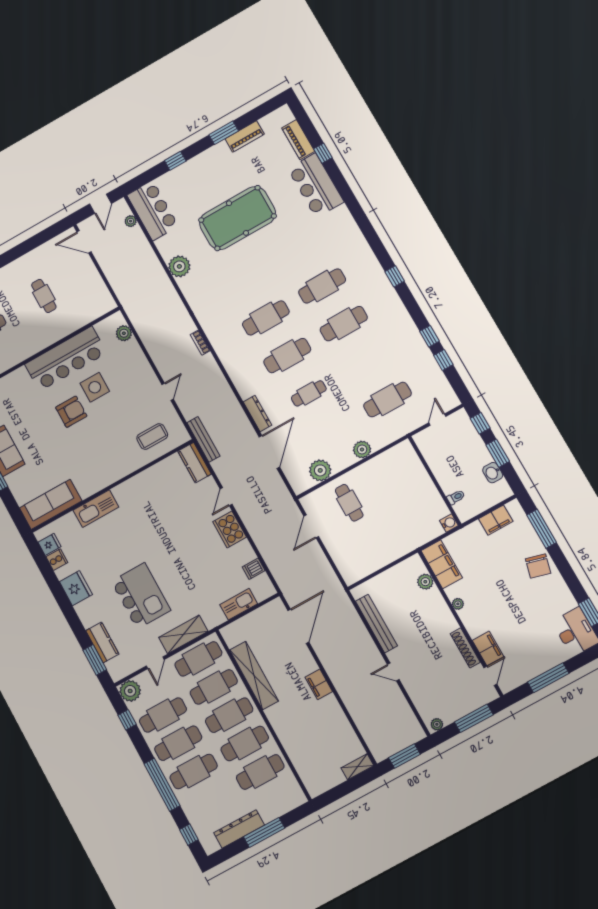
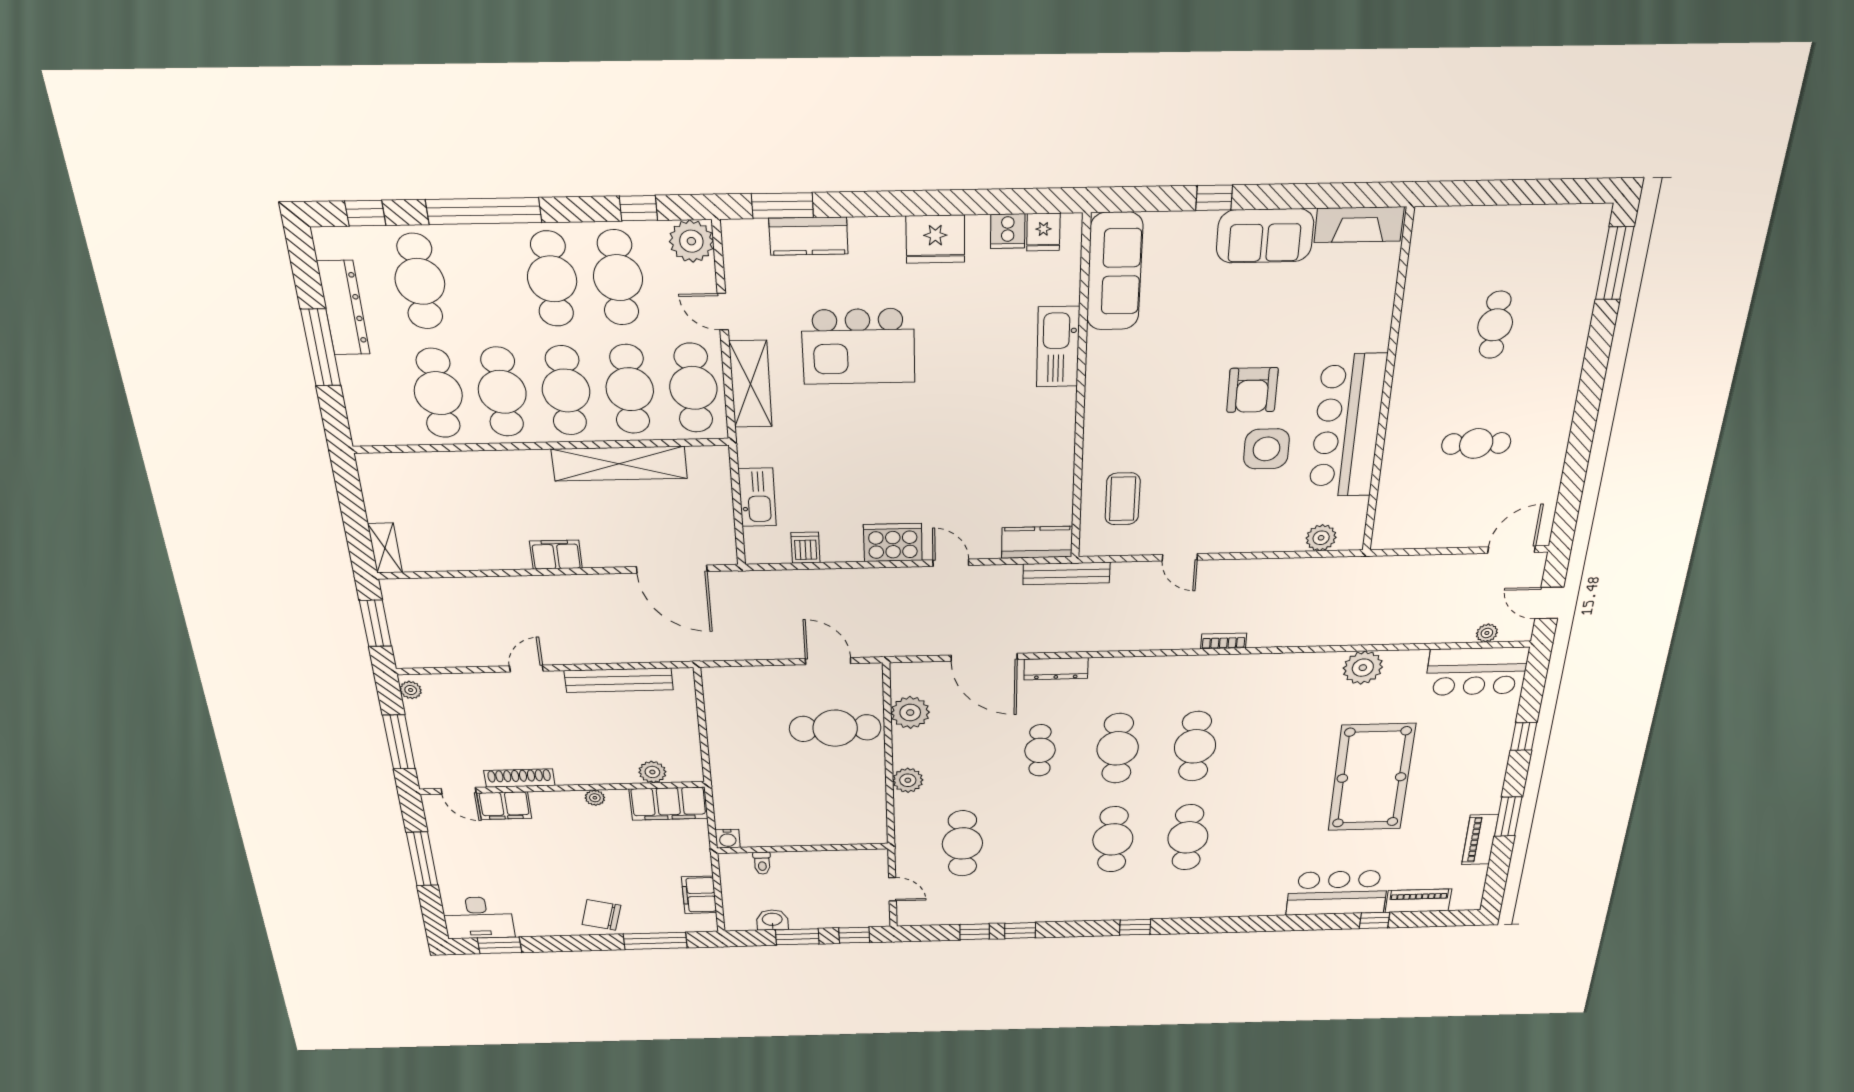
cafe table: (349, 503) -> (835, 728), width x1.37, depth x1.35
cafe table: (194, 772) -> (420, 281), moved

